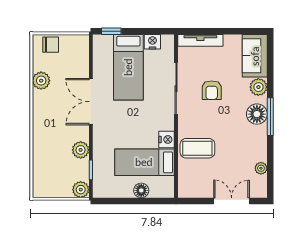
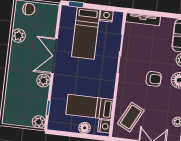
armchair: (212, 90) -> (154, 79), moved, turned -90
nightstand: (167, 139) -> (104, 126), moved
coffee table: (197, 148) -> (131, 117), moved, turned -63
plant: (81, 150) -> (43, 81), moved

